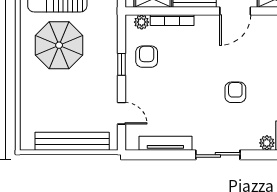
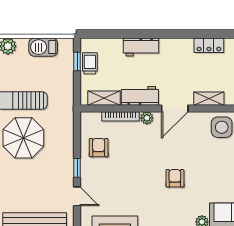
plant: (142, 22) -> (147, 118), moved
window: (121, 64) -> (77, 168), moved

